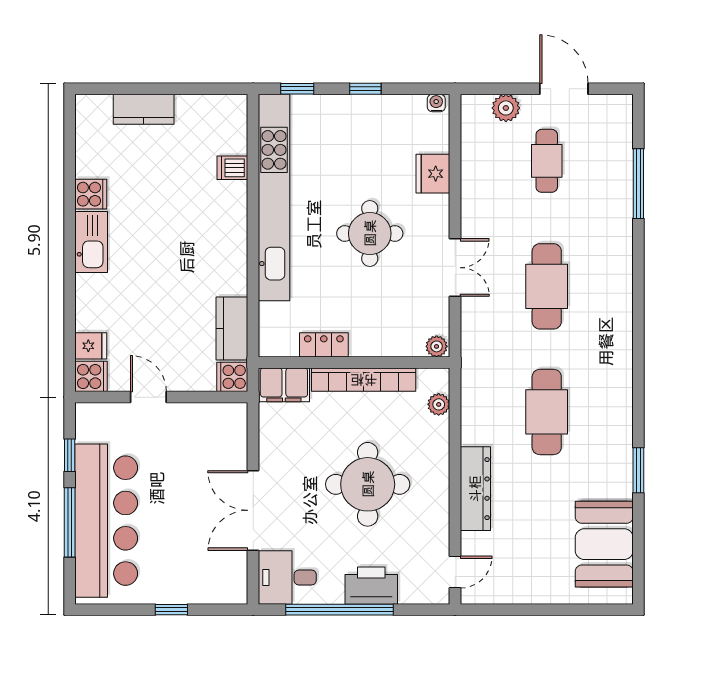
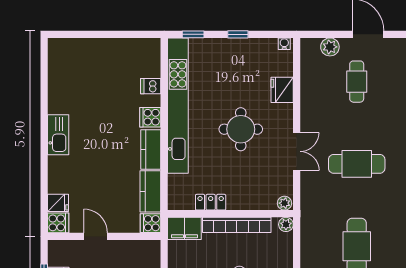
kitchen counter: (144, 109) -> (151, 150), moved, turned 90
cooker: (91, 194) -> (150, 117), moved, turned 180
cafe table: (547, 286) -> (357, 164), turned 90
plant: (439, 404) -> (286, 224), moved

